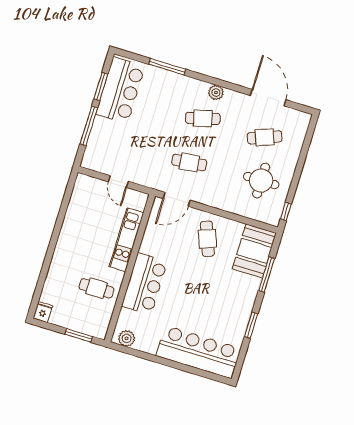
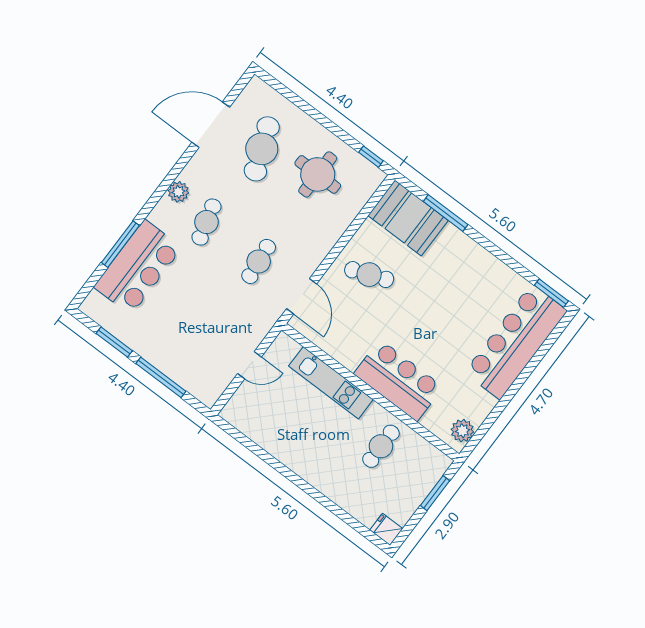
bar counter: (120, 90) -> (138, 267), moved, turned 90
cafe table: (265, 137) -> (262, 149), width x1.37, depth x1.35
window: (251, 325) -> (551, 293), moved

